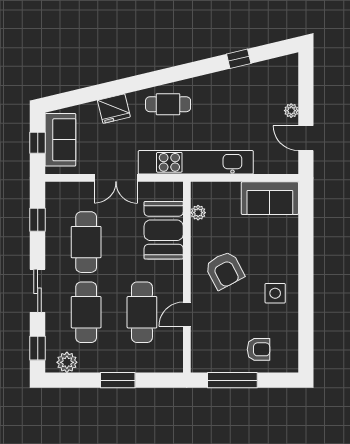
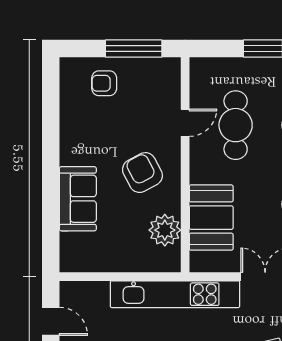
sofa: (270, 198) -> (78, 199), moved, turned 90
plant: (198, 213) -> (165, 230), width x1.88, depth x1.88
side table: (275, 293) -> (85, 147), removed

